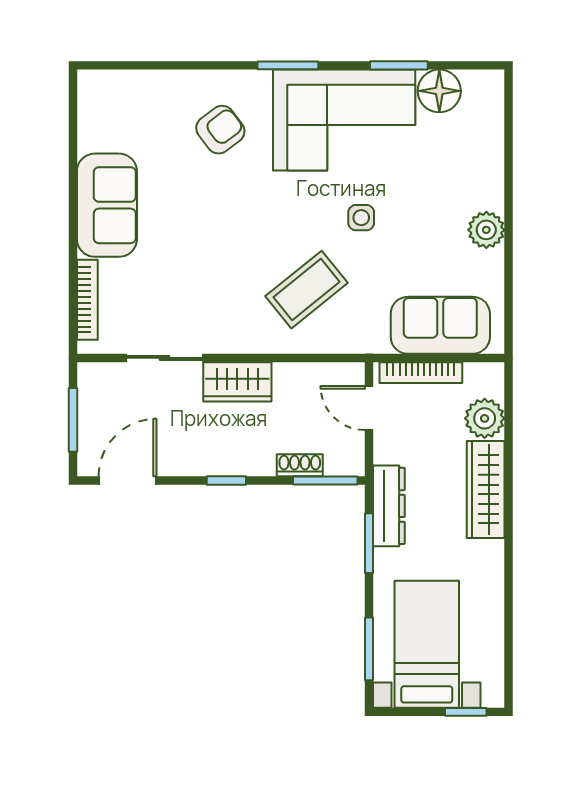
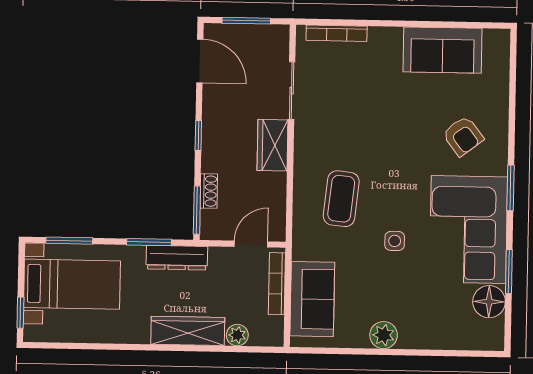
sofa: (107, 205) -> (442, 50), moved
coffee table: (307, 290) -> (341, 199), turned 45
plant: (485, 418) -> (237, 335), width x0.73, depth x0.73

